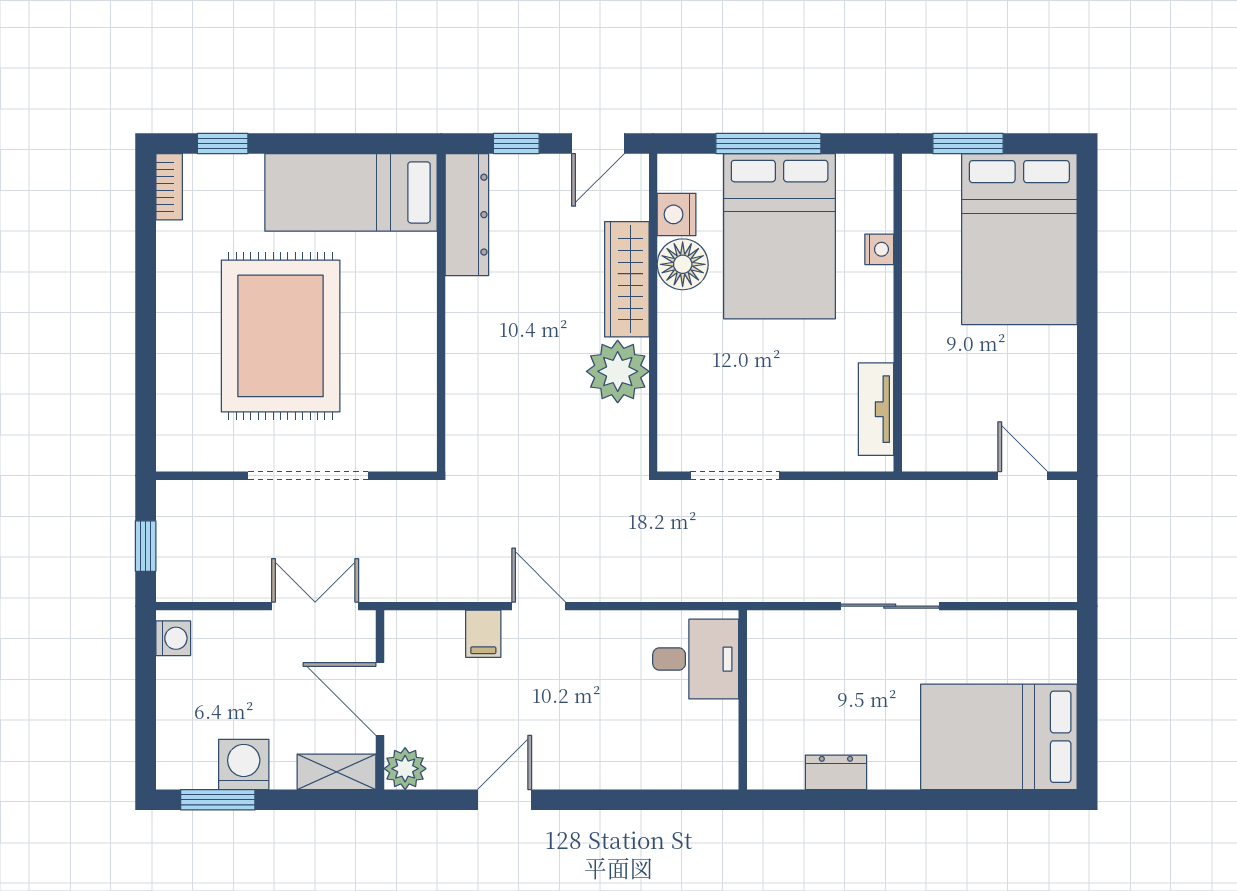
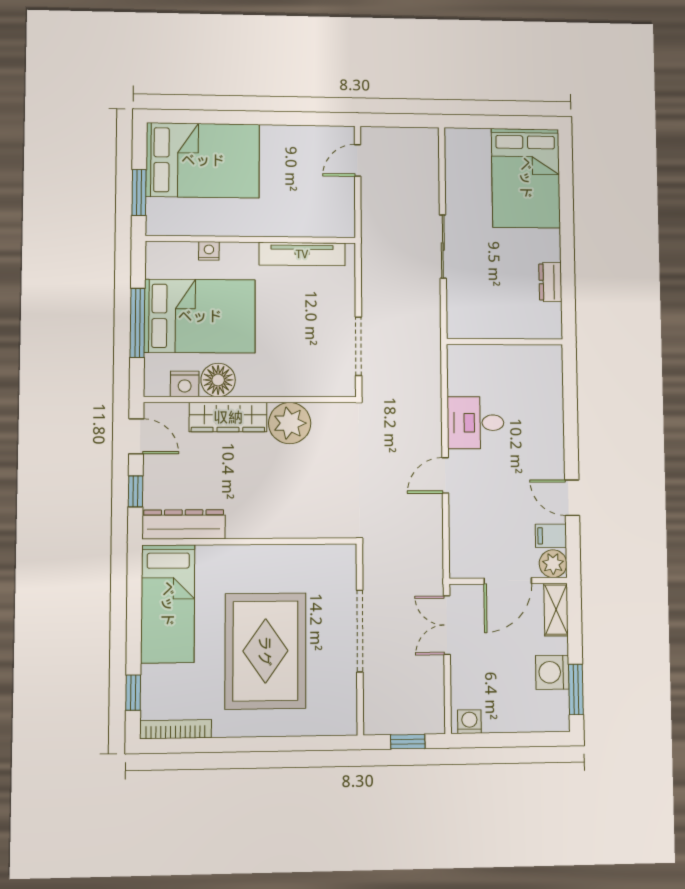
bookcase: (169, 187) -> (176, 729), width x1.56
rug: (281, 336) -> (265, 651), turned 90
tv unit: (876, 409) -> (302, 254), width x1.41
filing cabinet: (483, 634) -> (551, 536), moved, turned 180
desk: (696, 659) -> (475, 423), moved, turned -90

